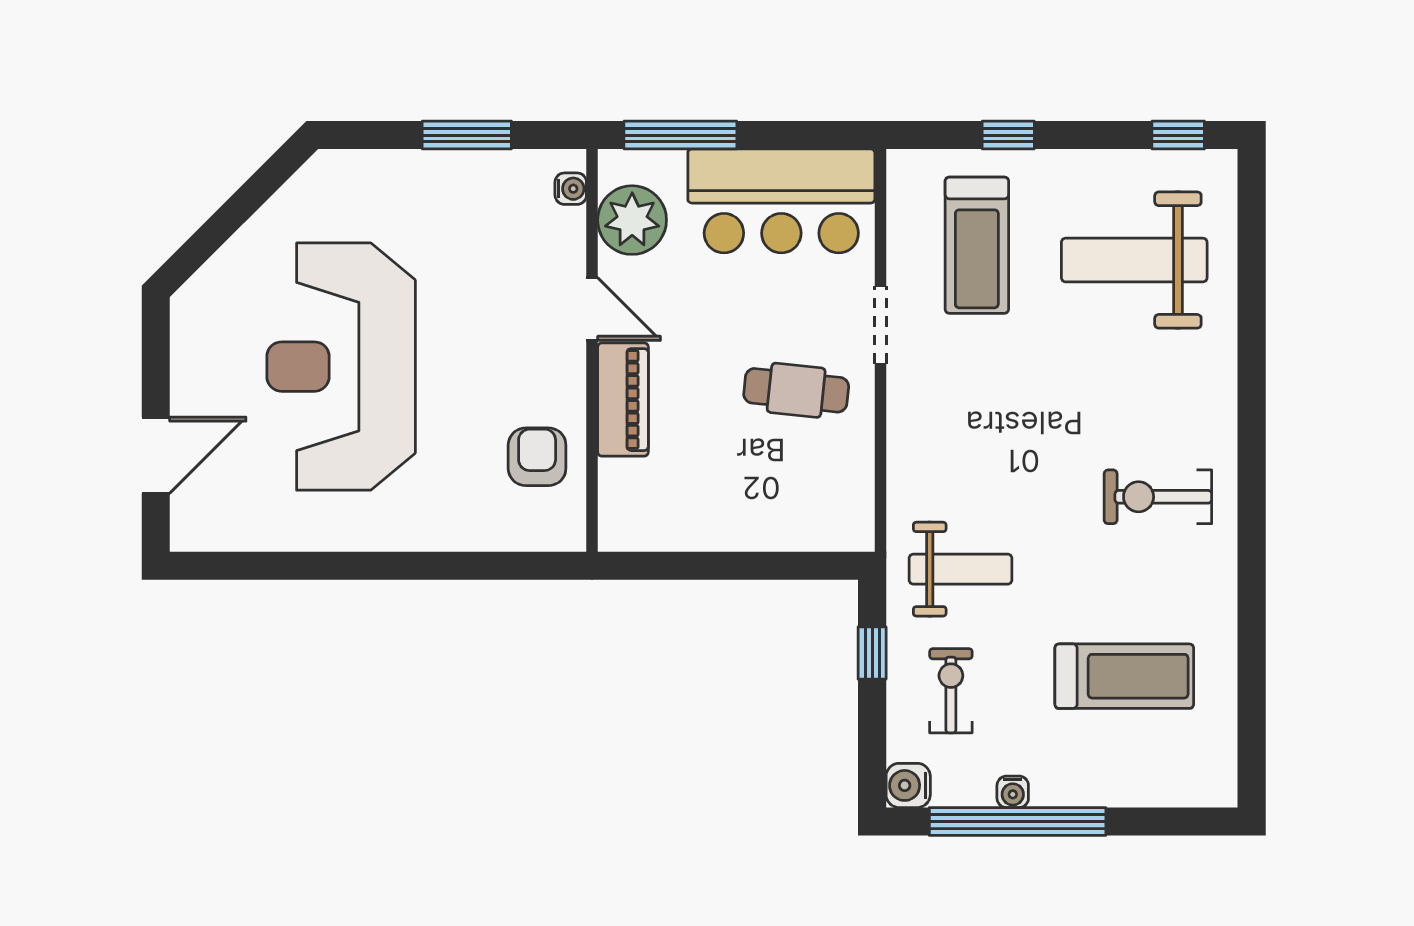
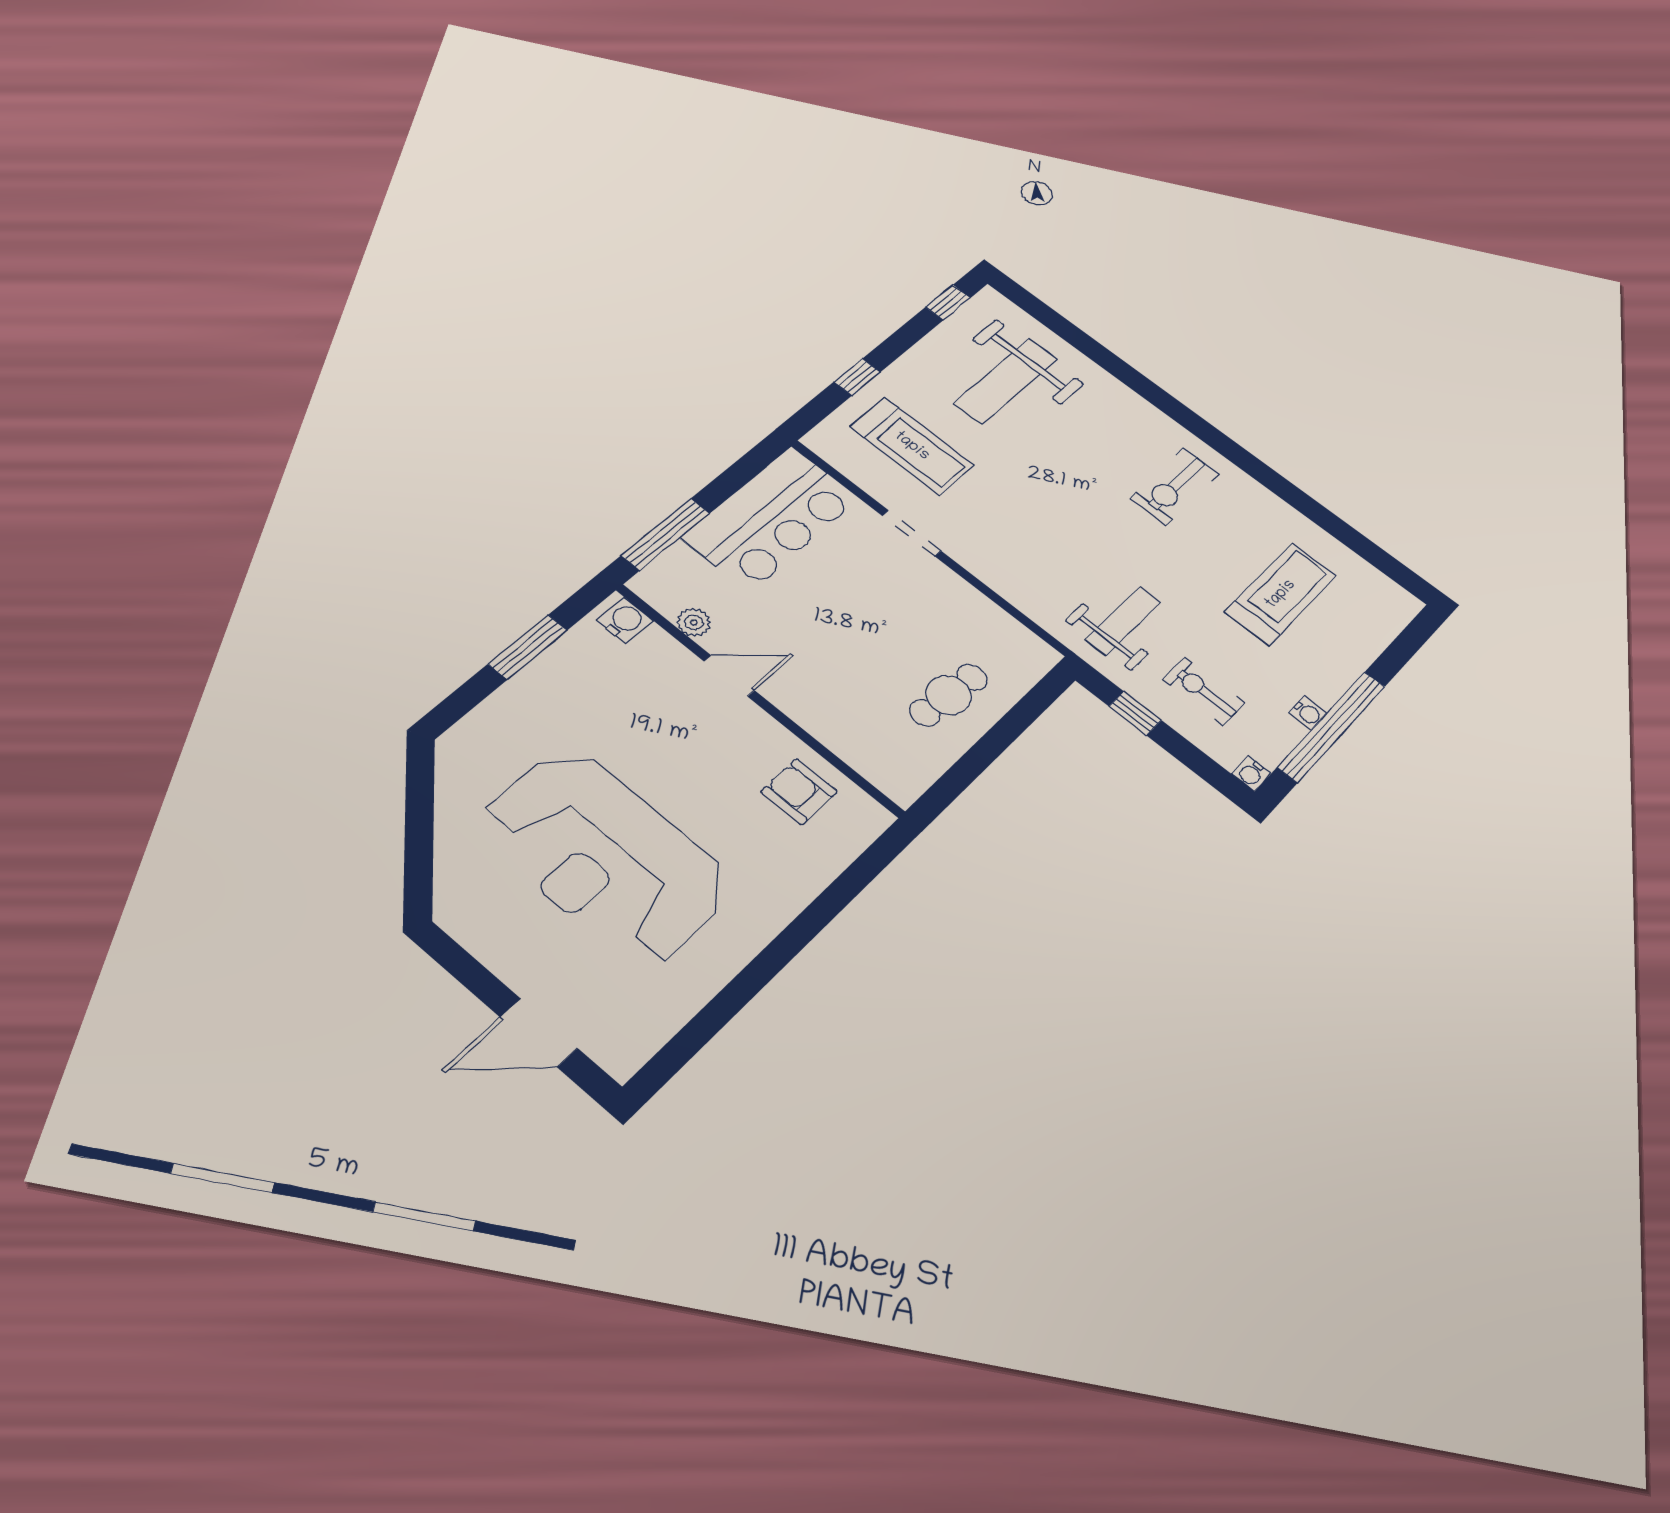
water cooler: (571, 189) -> (625, 620), width x1.38, depth x1.38
plant: (632, 220) -> (694, 622), width x0.53, depth x0.53
cafe table: (796, 390) -> (949, 695), moved
piano: (623, 400) -> (812, 710), removed
door: (156, 455) -> (539, 1033), swing flipped
water cooler: (908, 785) -> (1251, 774), width x0.72, depth x0.72

